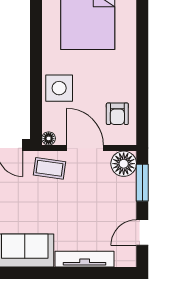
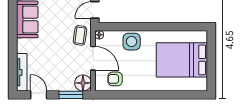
door: (85, 148) -> (93, 58), hinge flipped
tv unit: (85, 259) -> (22, 72), moved

